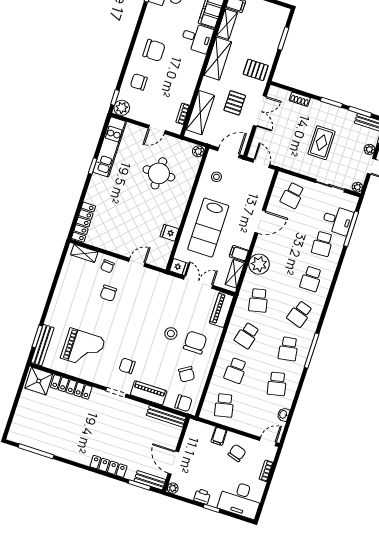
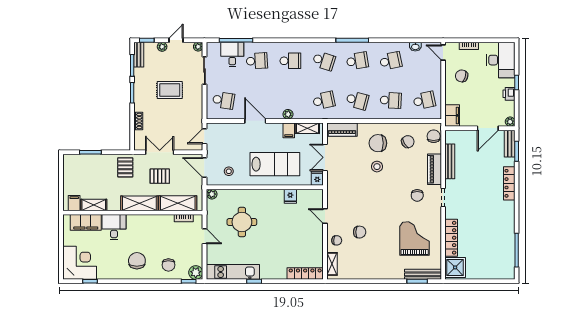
shelving: (218, 59) -> (139, 203), moved
plant: (259, 264) -> (288, 114), width x0.53, depth x0.53
bench: (166, 416) -> (450, 161), moved
filing cabinet: (219, 436) -> (452, 115), moved, width x2.00

